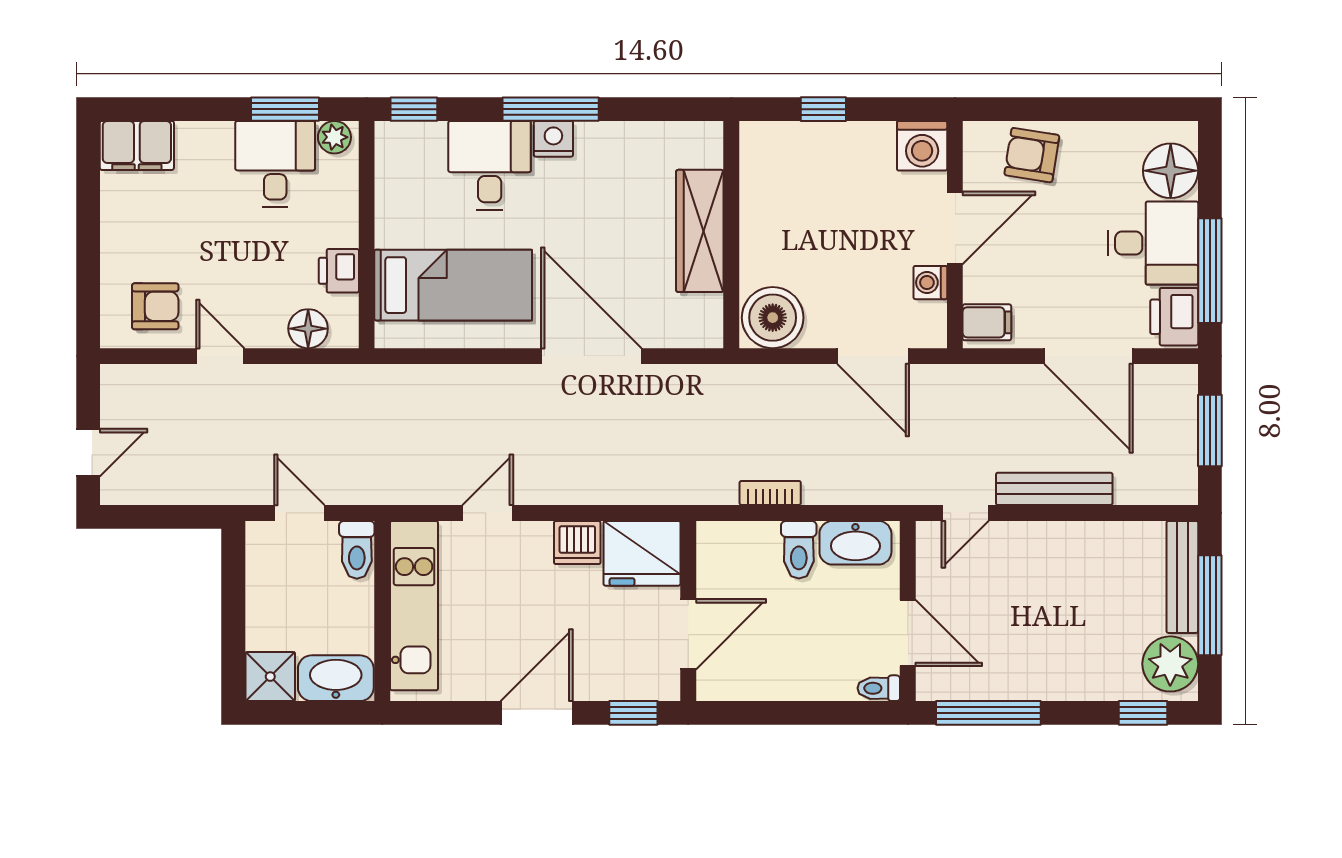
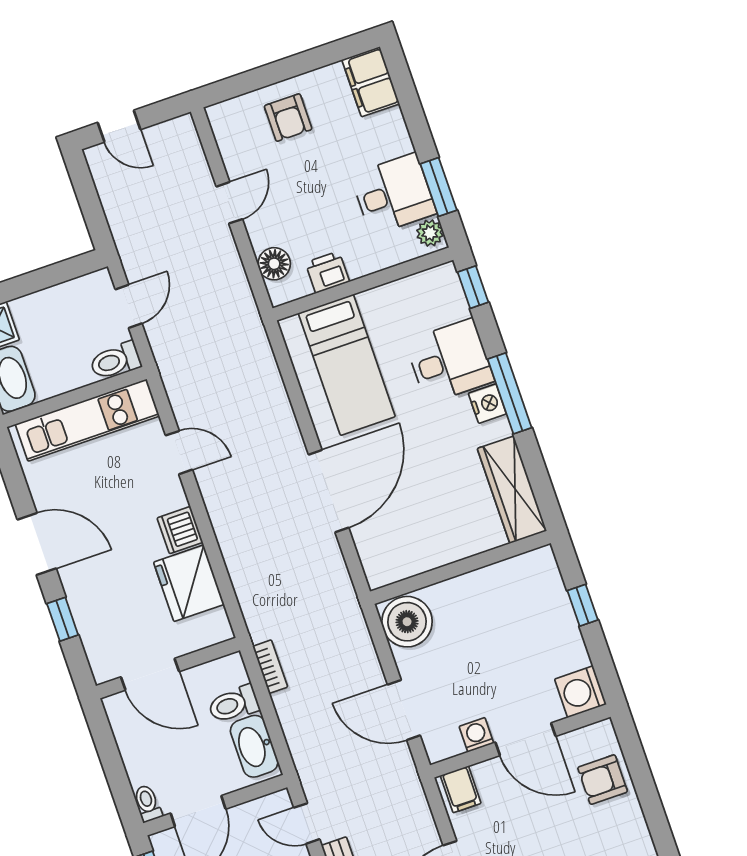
armchair: (1032, 155) -> (603, 780), turned -99
wardrobe: (700, 231) -> (512, 490), moved, turned -90
armchair: (155, 306) -> (288, 118), moved
door: (873, 356) -> (404, 710), hinge flipped
wall: (688, 611) -> (168, 668), moved
door: (688, 634) -> (150, 674), moved

